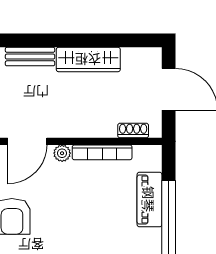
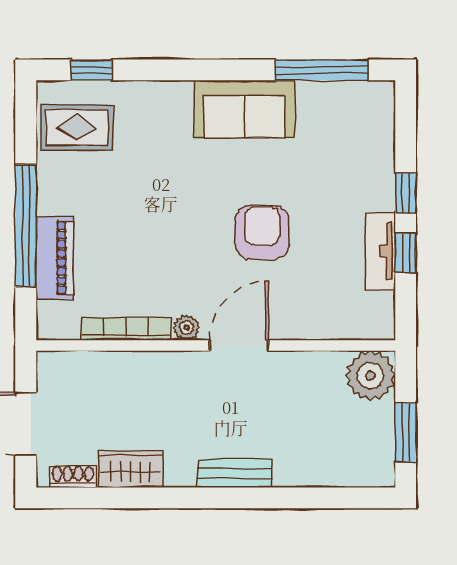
wardrobe: (88, 60) -> (131, 469), width x0.67
shoe rack: (133, 131) -> (73, 476), moved, turned 180

